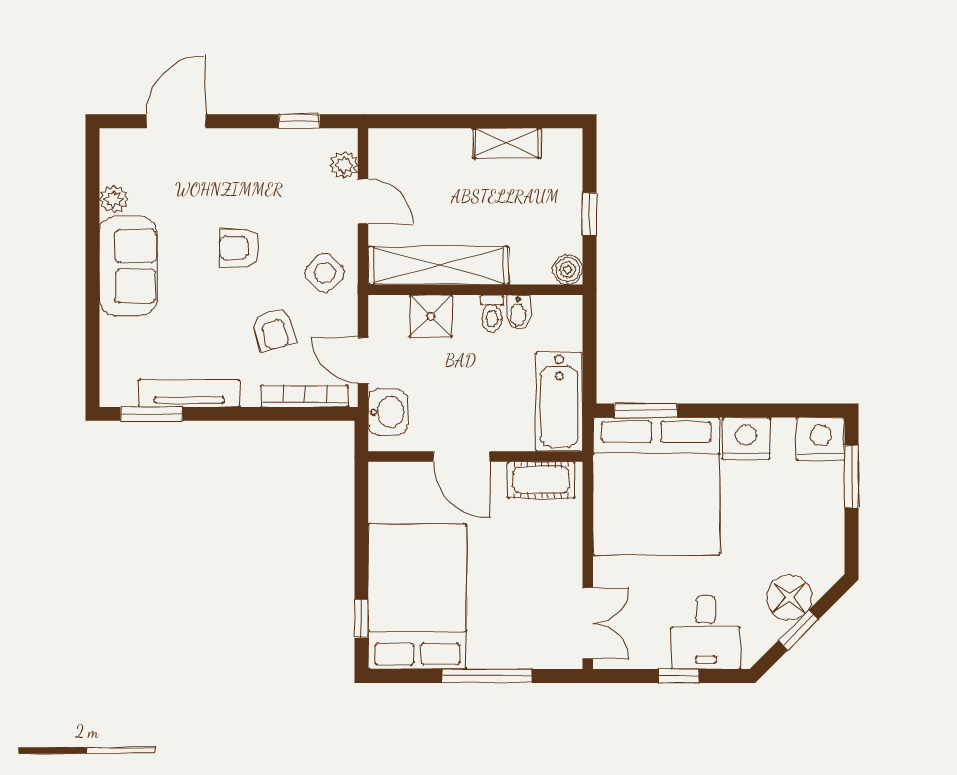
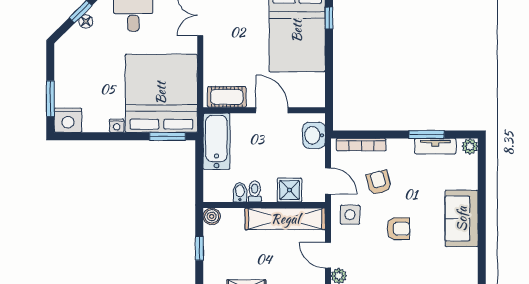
plant: (114, 199) -> (470, 146), moved
side table: (324, 273) -> (350, 215), turned 45
door: (363, 360) -> (328, 181), moved
tv unit: (189, 393) -> (435, 146), width x0.71
window: (151, 414) -> (427, 134), moved
nightstand: (746, 439) -> (117, 126), width x0.53, depth x0.56
floor lamp: (789, 598) -> (86, 21), width x0.53, depth x0.53

